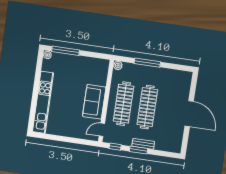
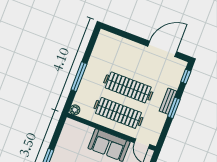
door: (189, 114) -> (162, 49), moved
window: (115, 147) -> (186, 76), moved

